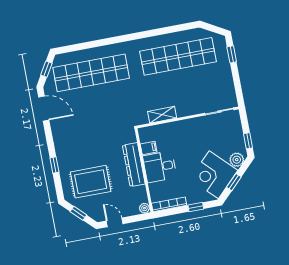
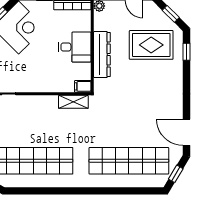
shelving: (162, 115) -> (73, 102), moved
filing cabinet: (149, 148) -> (83, 86), moved
window: (54, 165) -> (187, 52), moved

